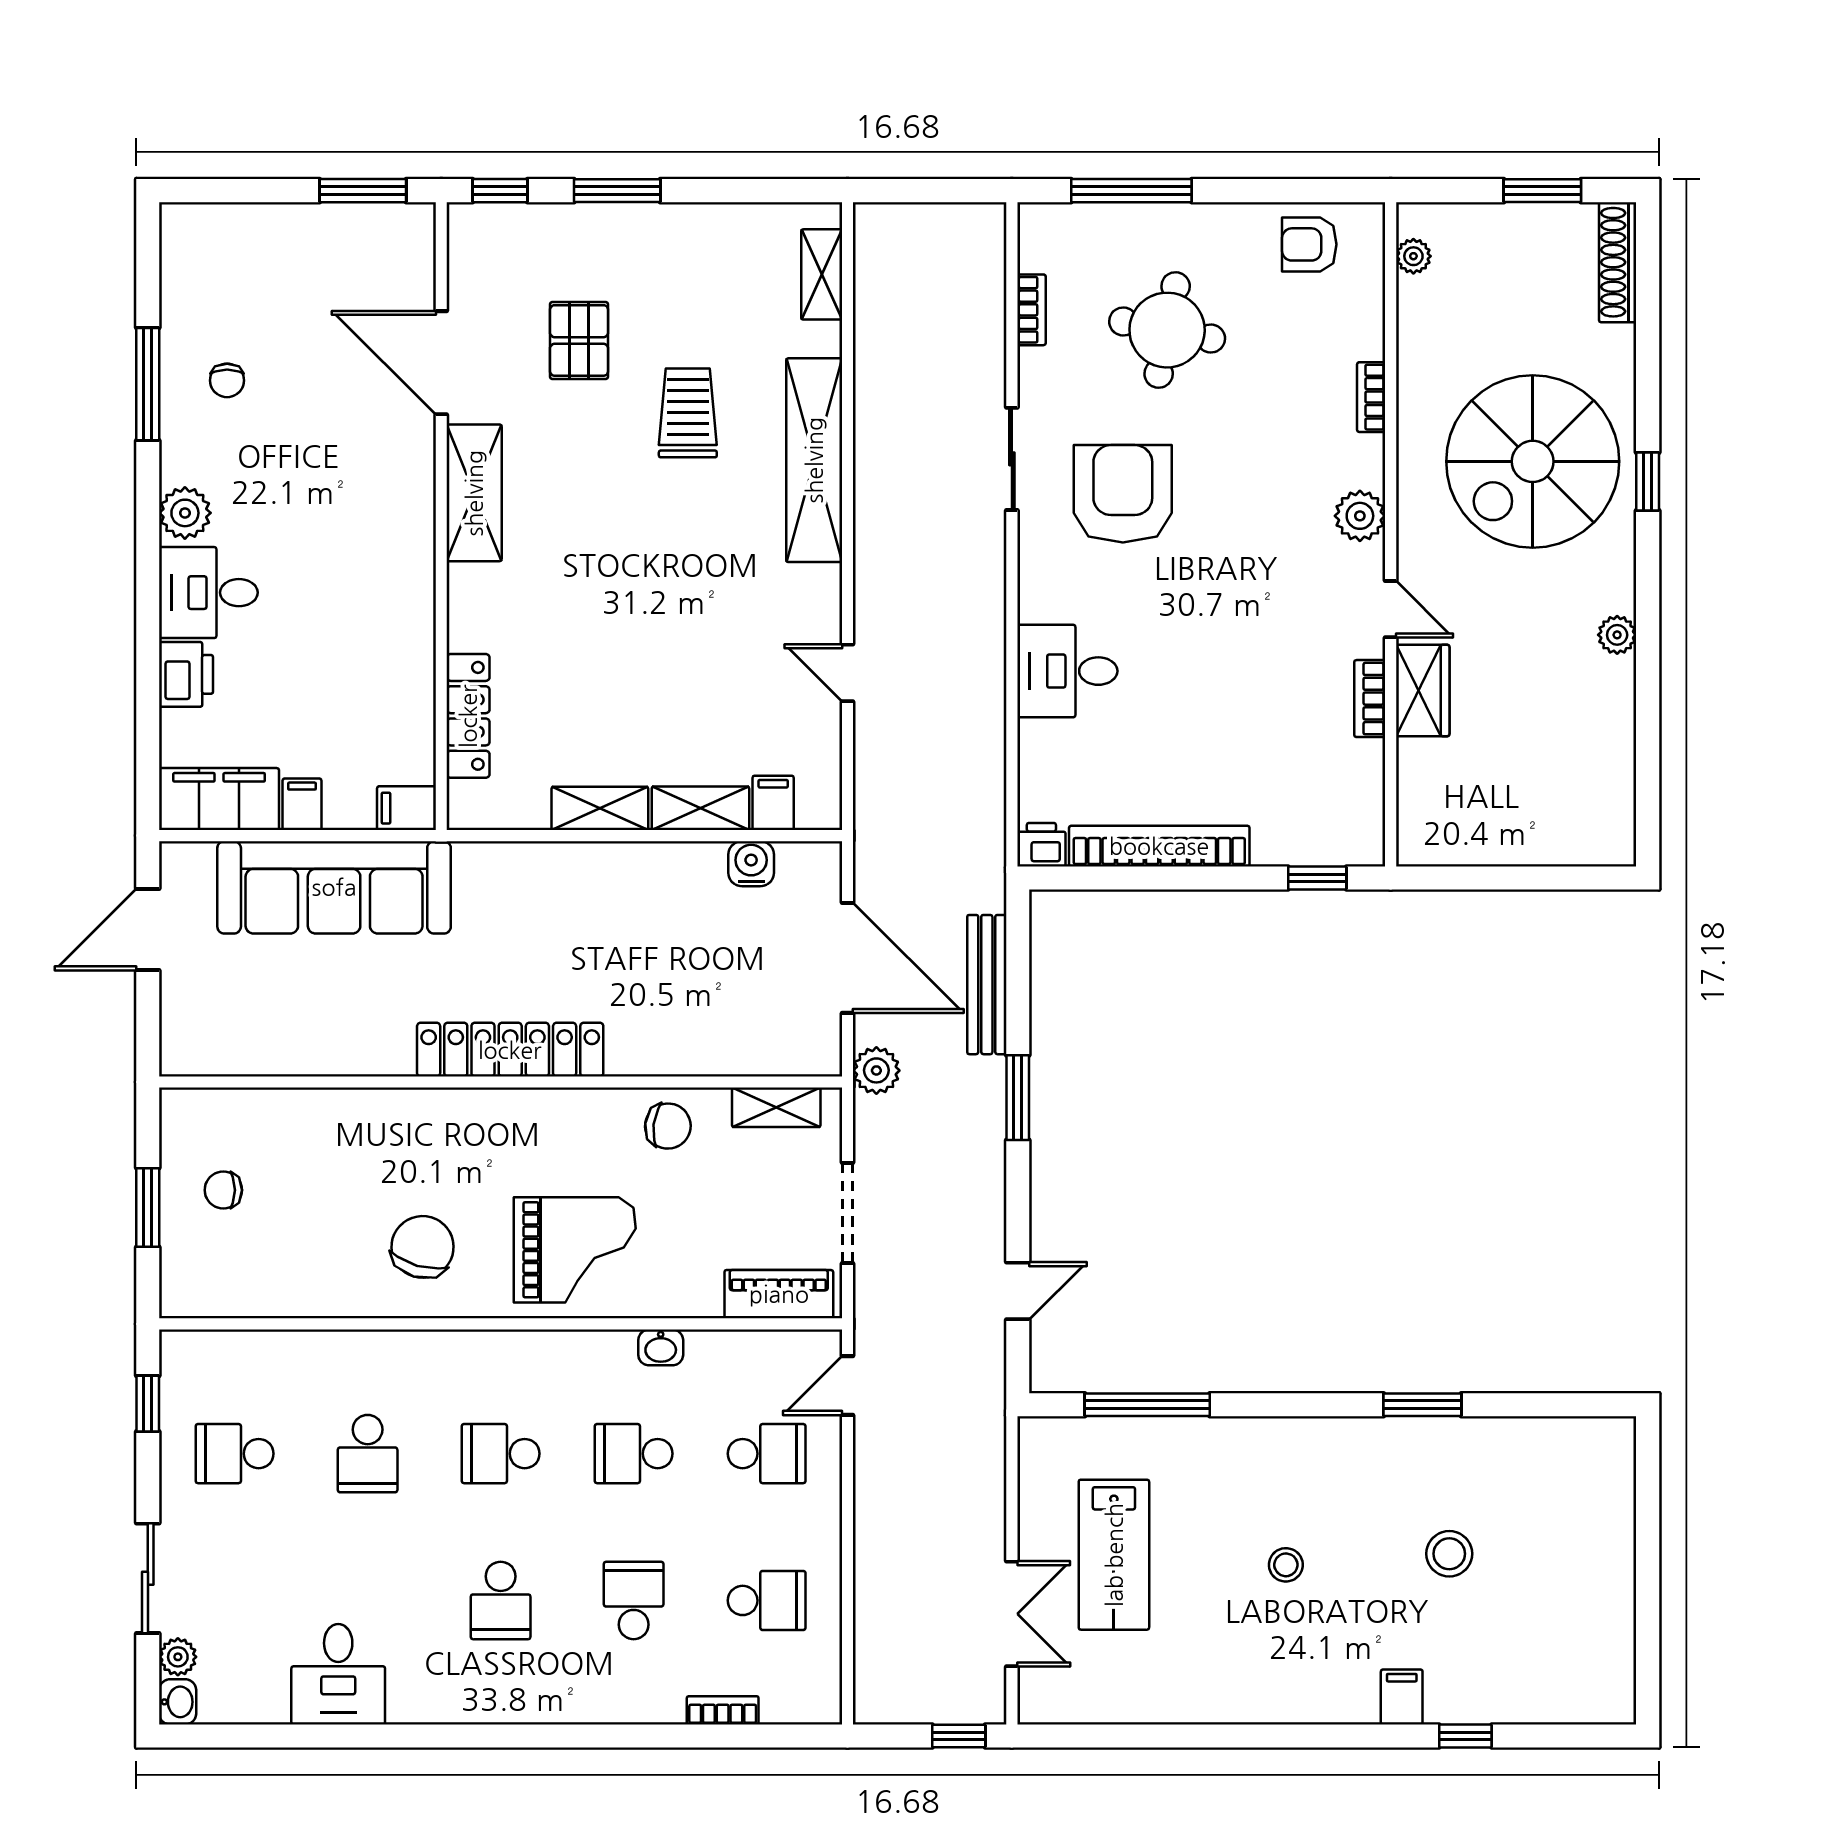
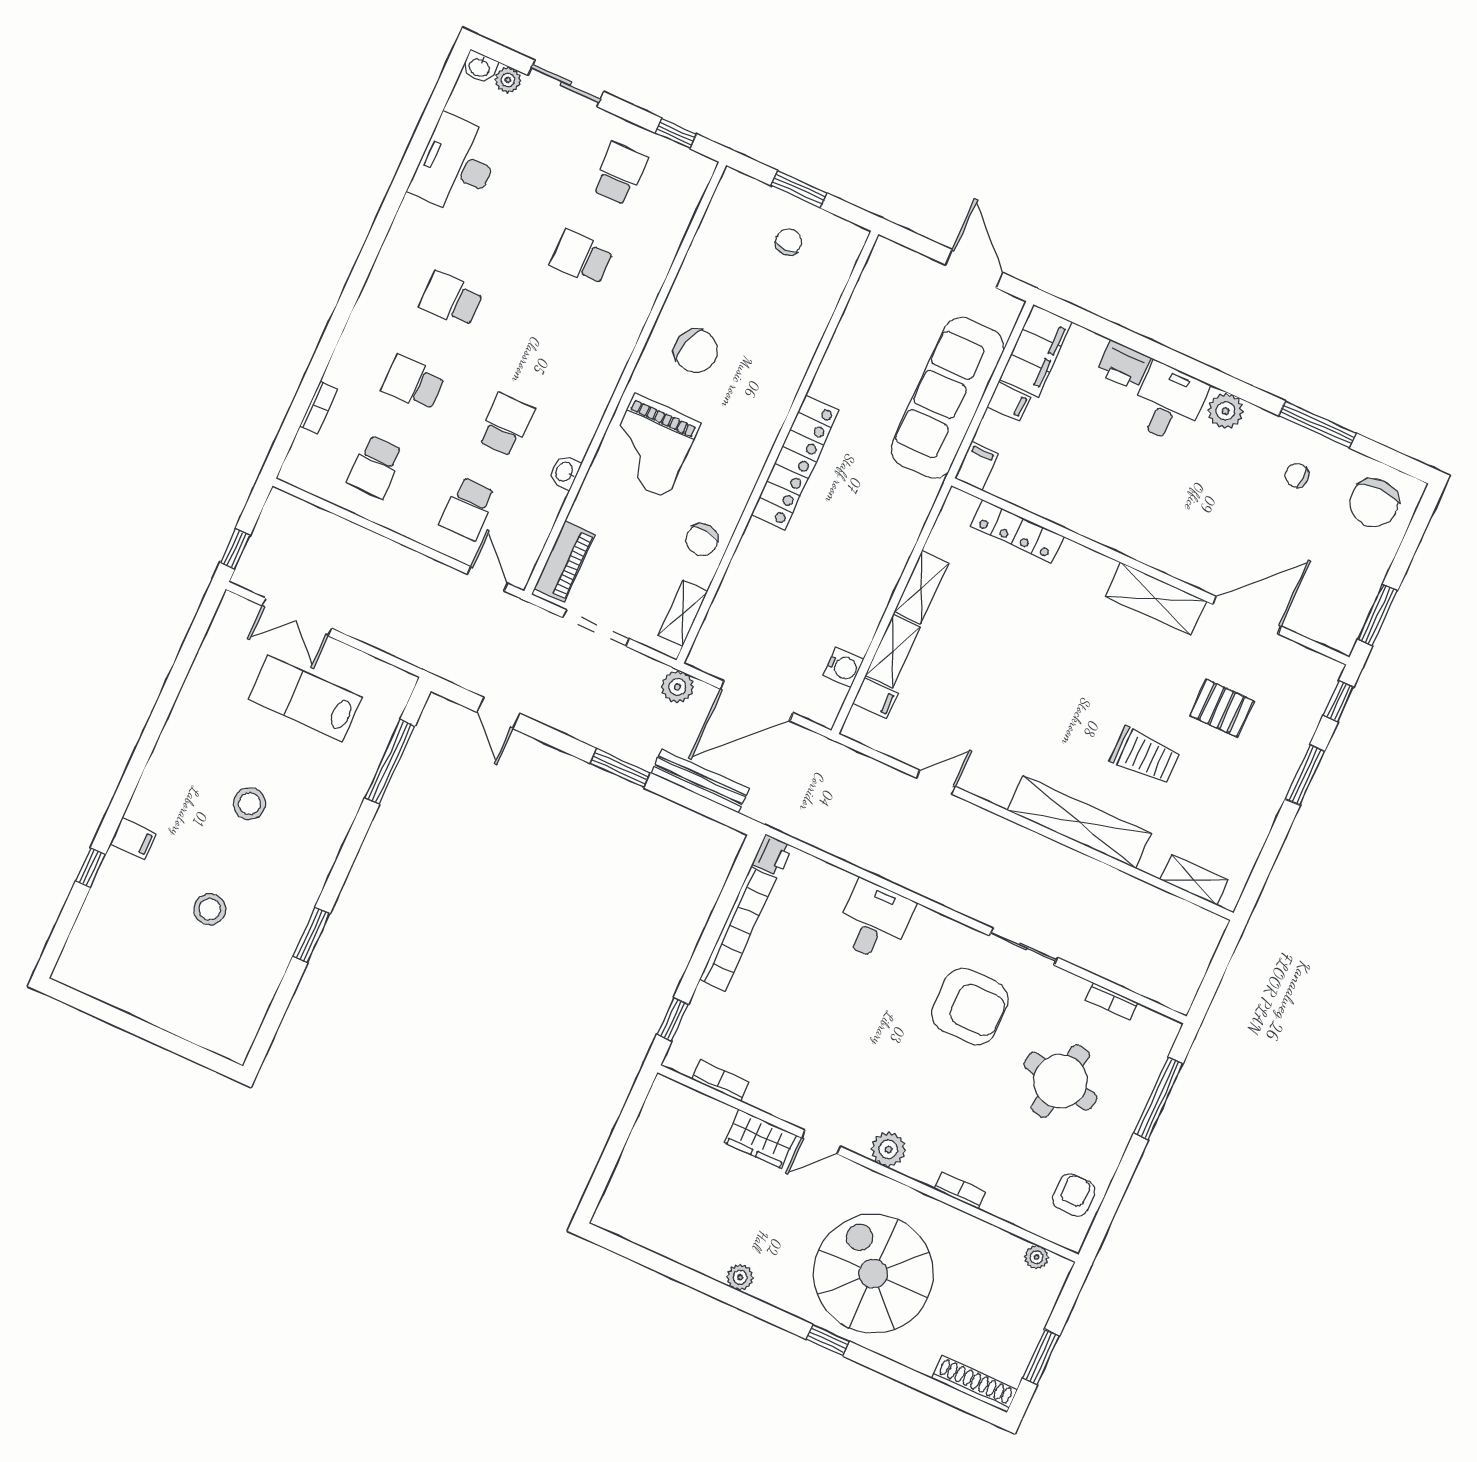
chair: (217, 262) -> (1374, 503), added
bookcase: (1370, 699) -> (720, 1081), moved
school desk: (501, 1454) -> (544, 341), removed
stool: (1286, 1565) -> (249, 803), width x1.37, depth x1.37
school desk: (634, 1600) -> (413, 383), turned 180
desk: (338, 1674) -> (456, 165), width x1.37

